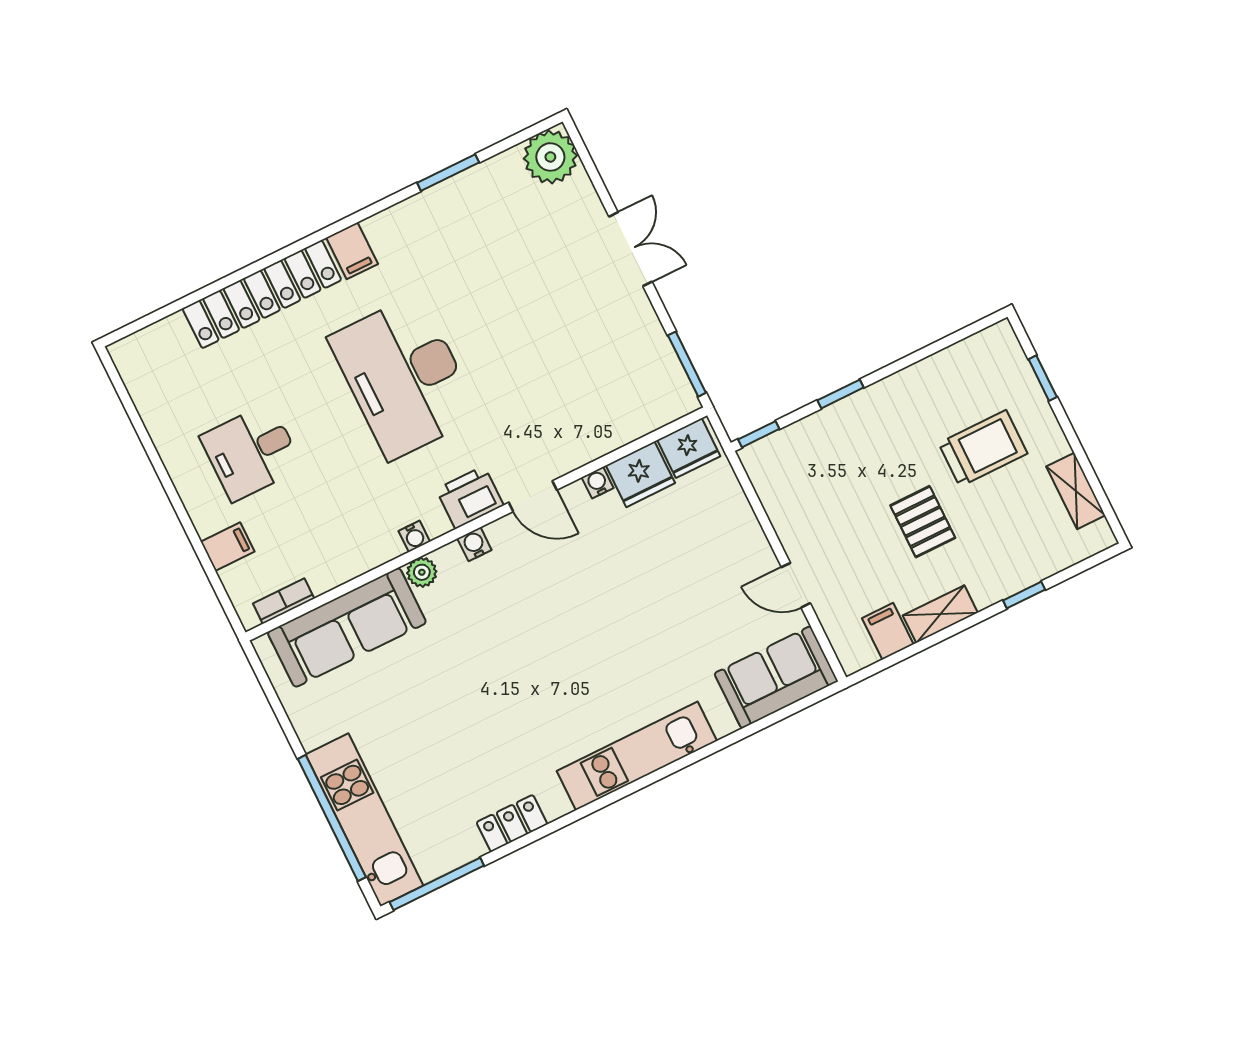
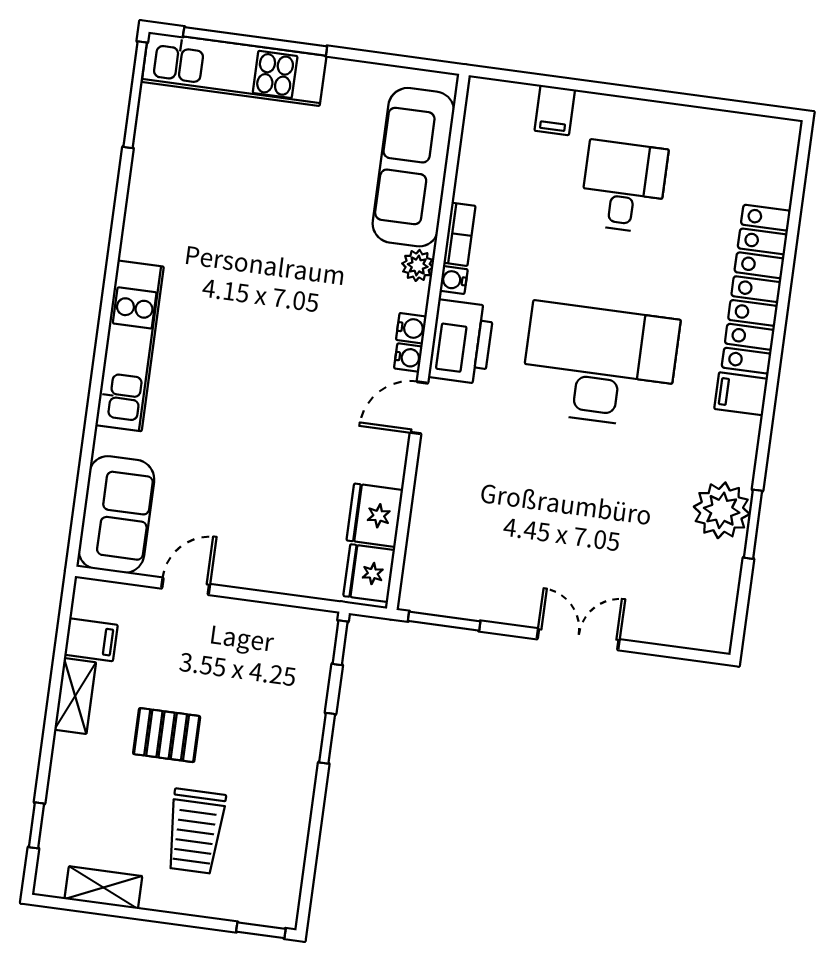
plant: (550, 157) -> (722, 510), moved
double door: (630, 249) -> (578, 639), swing flipped
window: (1043, 378) -> (261, 930), moved
water cooler: (598, 483) -> (408, 358), moved
printer: (470, 497) -> (461, 342), width x1.37, depth x1.19
window: (1024, 595) -> (36, 825), moved
bookcase: (284, 601) -> (459, 234), moved
locker: (512, 823) -> (144, 196), removed

